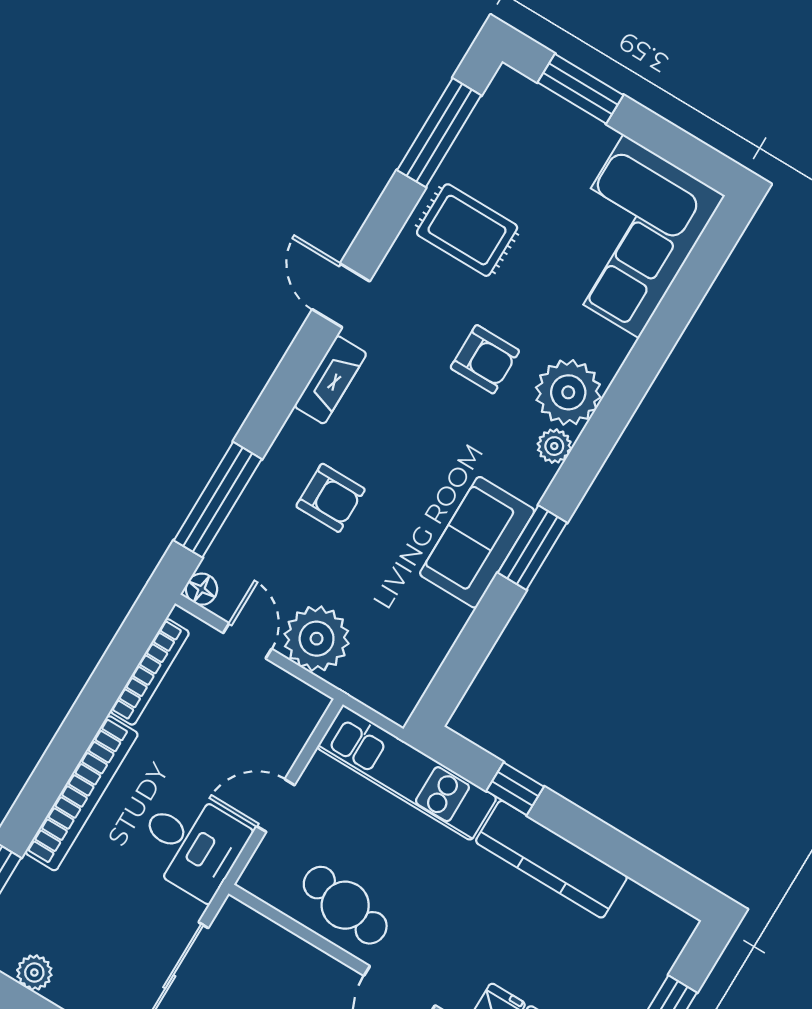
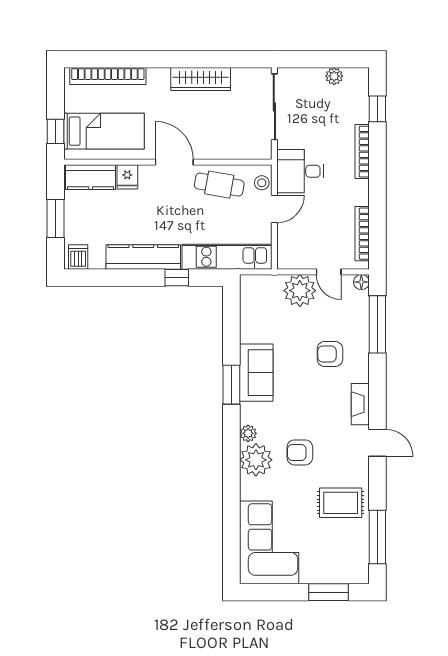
bookcase: (82, 793) -> (362, 152), width x0.68, depth x0.76
stool: (270, 864) -> (262, 183), added
dishwasher: (664, 927) -> (78, 257), added

